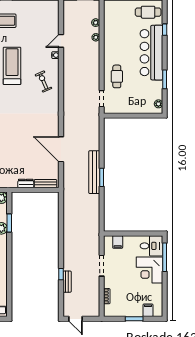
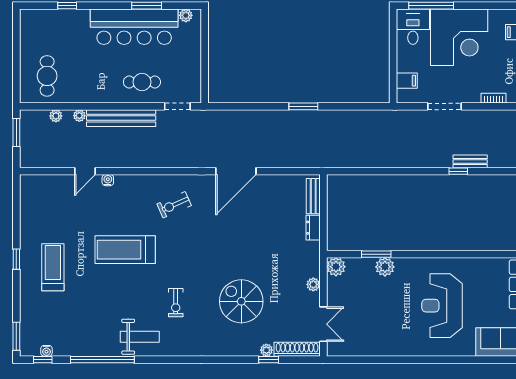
cafe table: (148, 12) -> (47, 76), moved
door: (61, 41) -> (85, 171), hinge flipped
bar counter: (151, 53) -> (134, 27), moved
exercise bike: (43, 82) -> (174, 205), moved
door: (61, 149) -> (236, 171), moved
bench: (94, 172) -> (121, 118), moved
corner desk: (149, 270) -> (459, 37), width x1.36, depth x1.36

